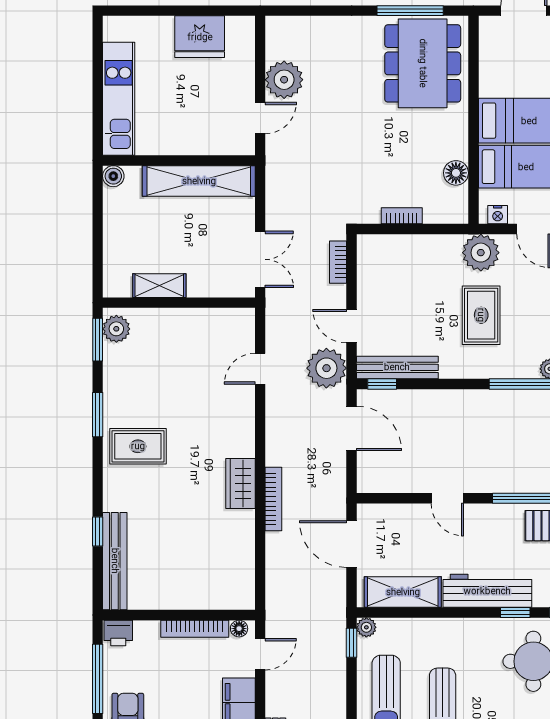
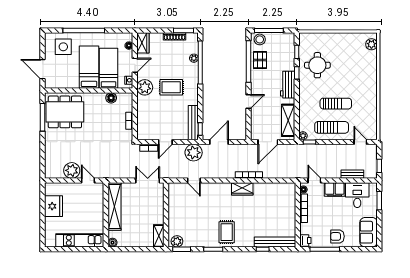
shelving: (159, 286) -> (159, 236), moved
door: (352, 326) -> (165, 142), moved
workbench: (487, 591) -> (288, 85), width x0.73

